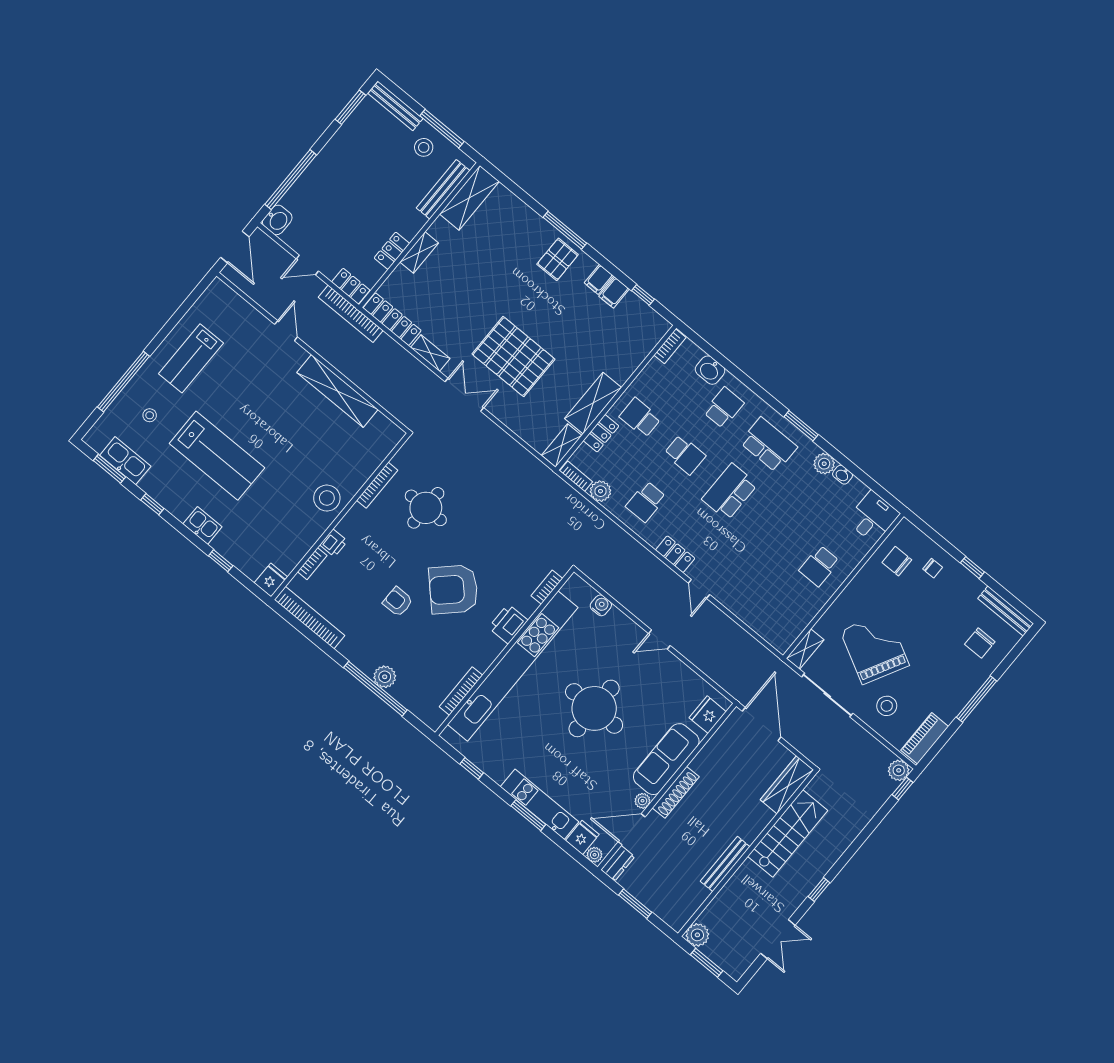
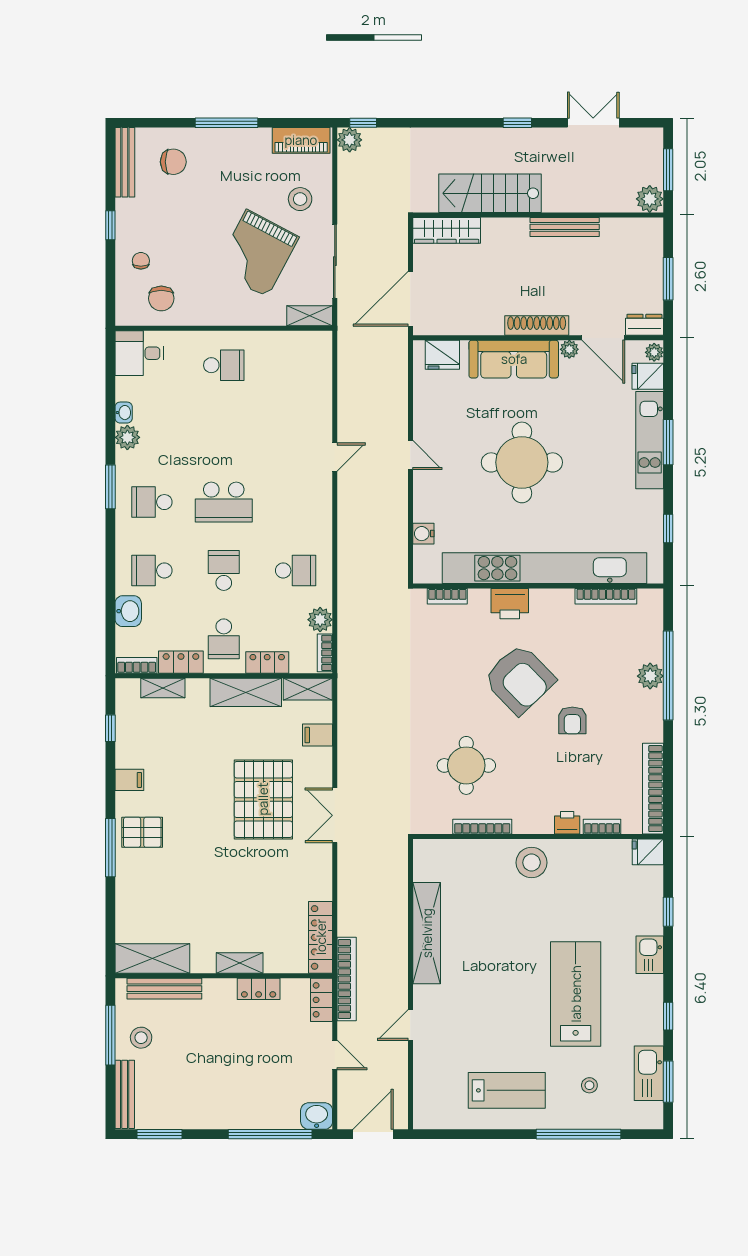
filing cabinet: (614, 293) -> (318, 735), moved, turned 180
shelving: (430, 353) -> (163, 688), moved, turned 90
school desk: (769, 445) -> (152, 502), width x0.54
locker: (675, 554) -> (181, 662), moved, turned 90

